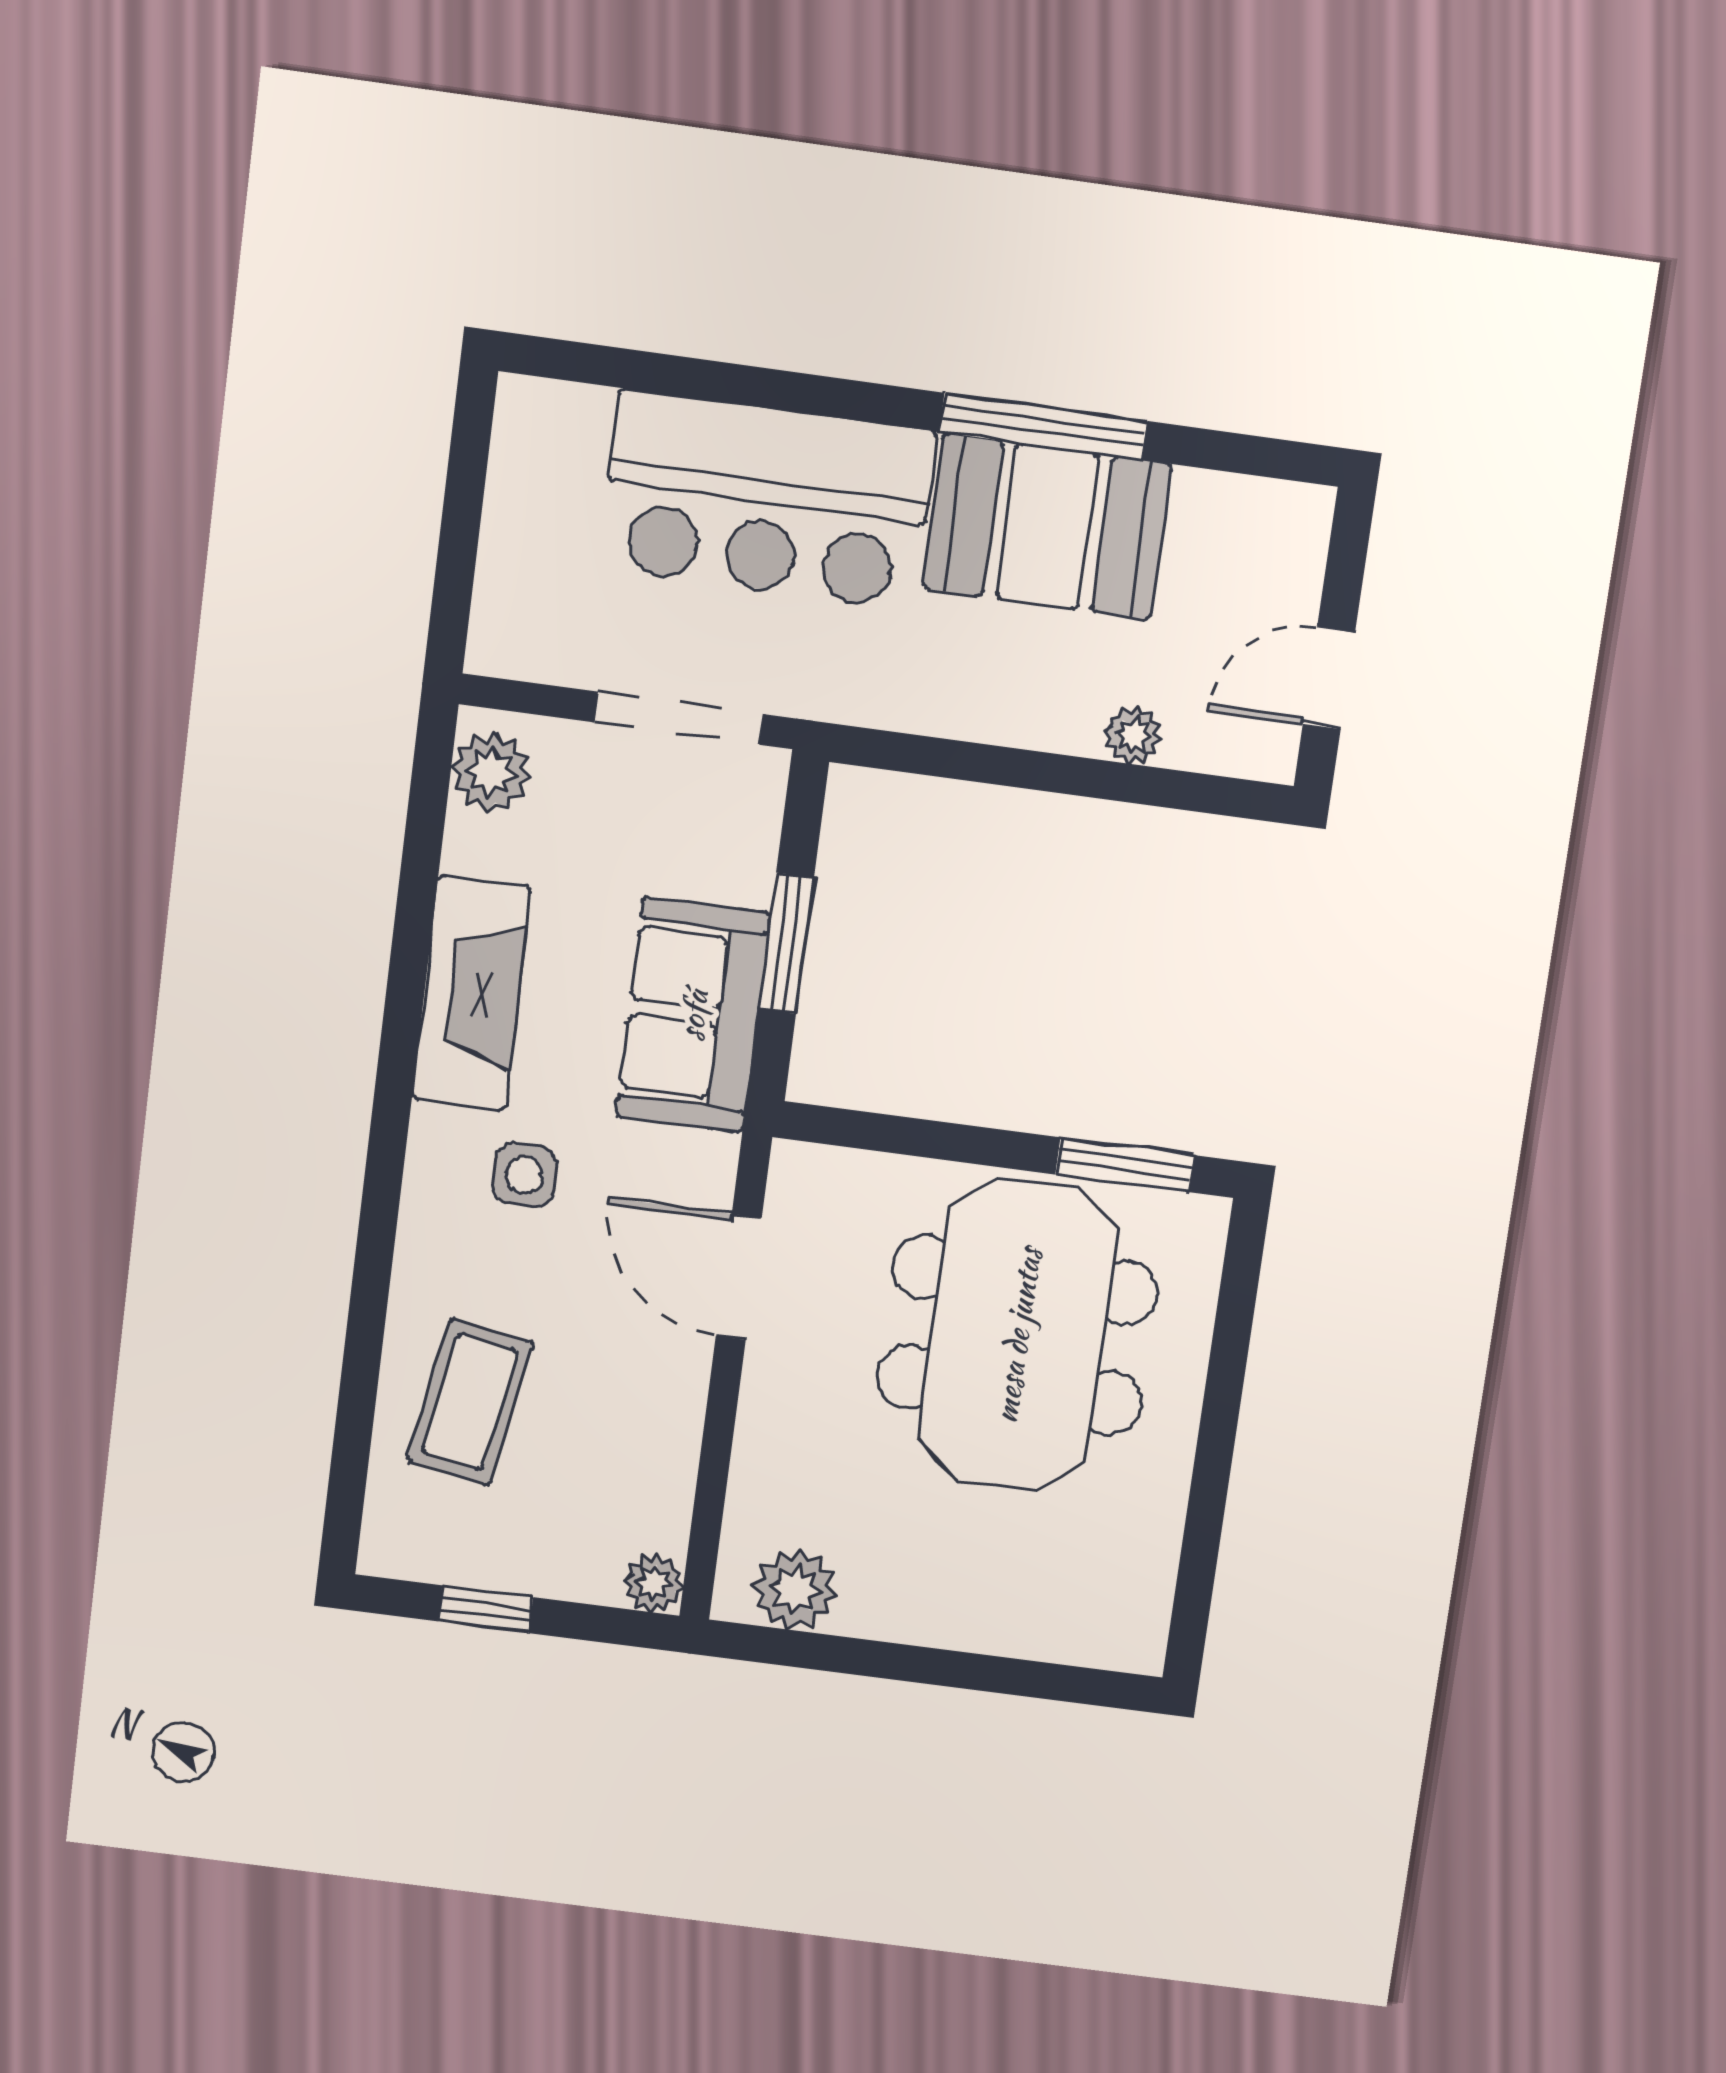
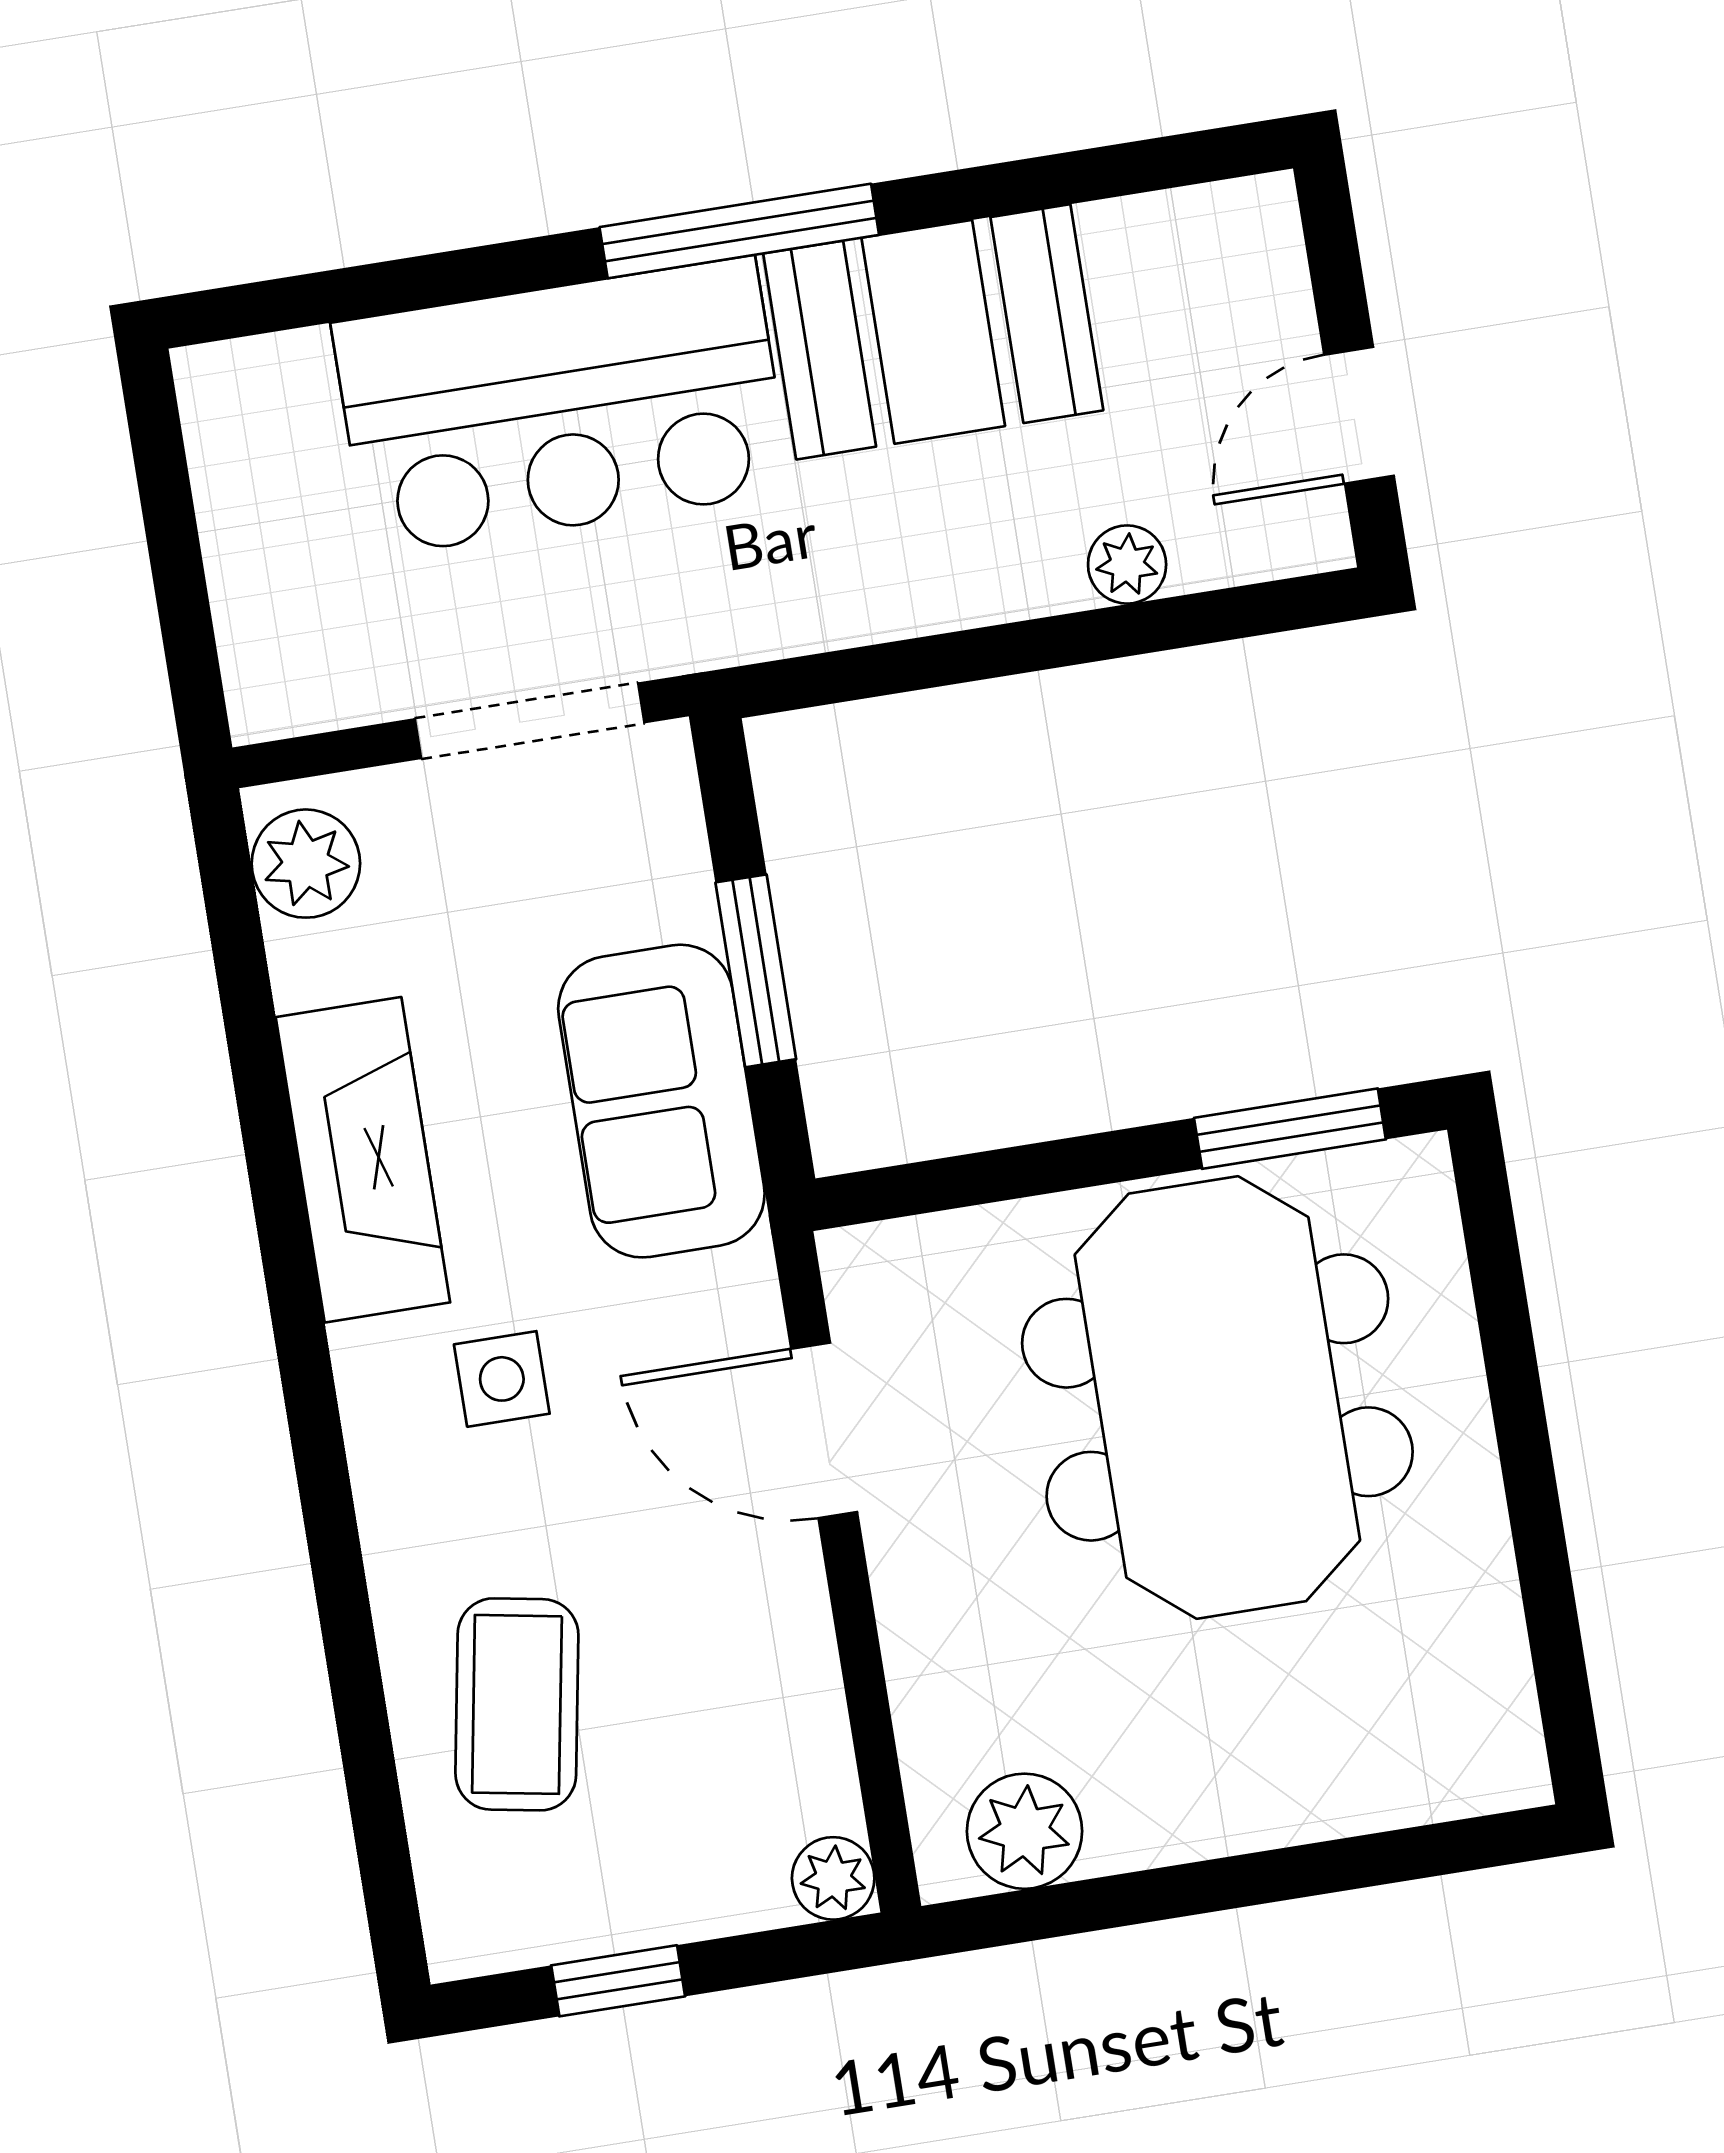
window: (1043, 426) -> (739, 231), moved

